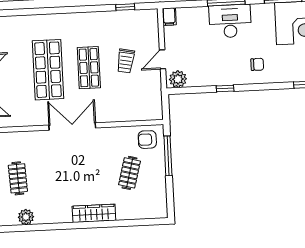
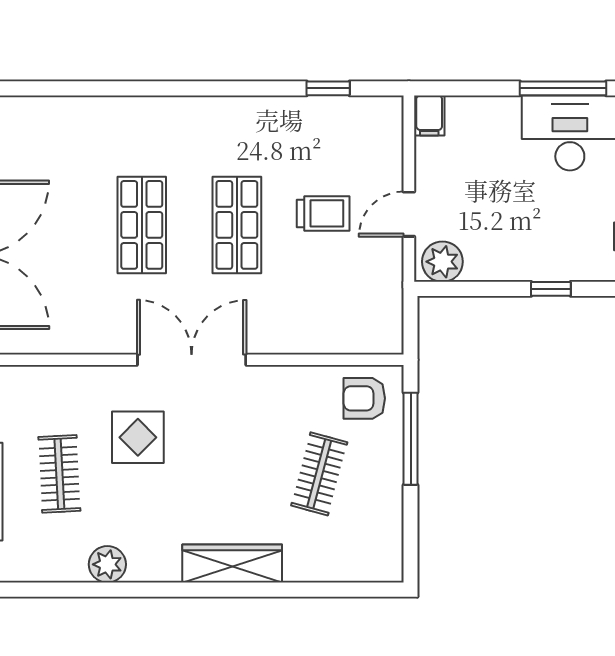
trolley: (126, 61) -> (323, 213), turned -101
shop shelf: (48, 70) -> (142, 225), width x0.70, depth x0.74
display table: (51, 161) -> (138, 437), added
plant: (26, 217) -> (107, 564), moved

